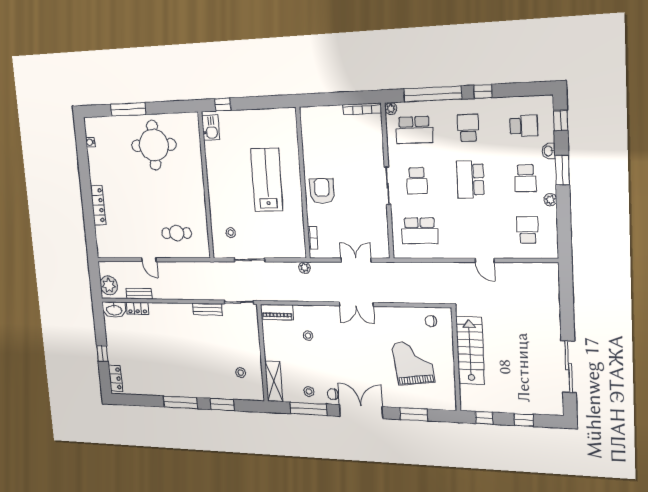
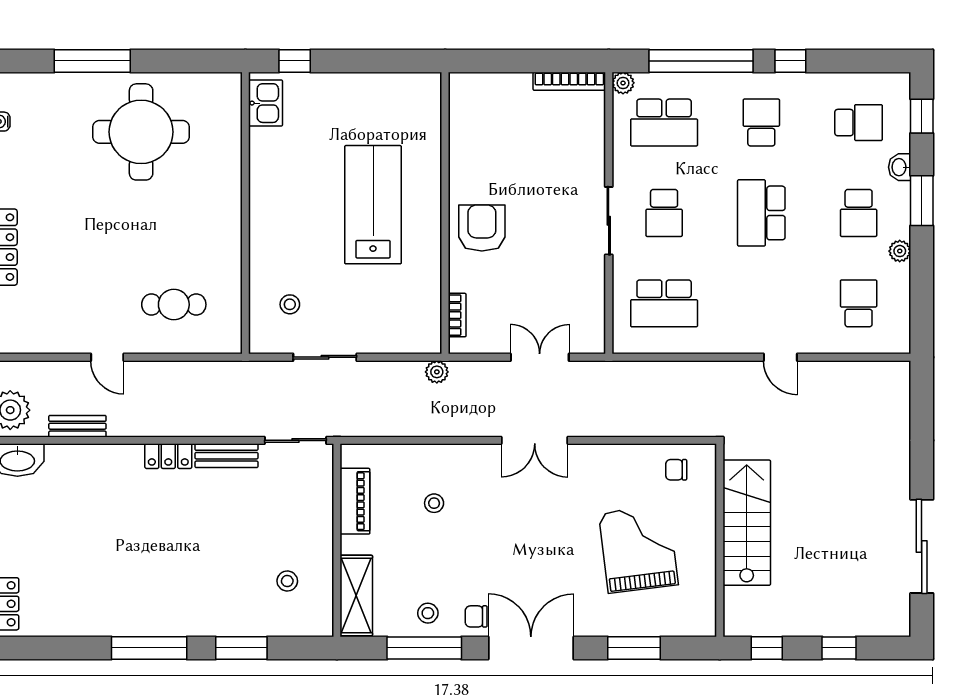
locker: (137, 308) -> (168, 456), moved
piano: (277, 312) -> (355, 501), moved, turned -90

